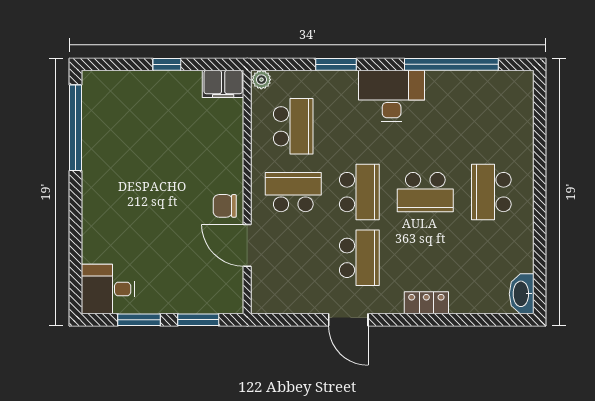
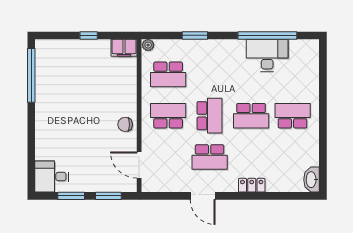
desk: (392, 96) -> (267, 55), moved
school desk: (293, 126) -> (168, 74), turned 90
school desk: (491, 192) -> (293, 116), turned 90
door: (247, 245) -> (139, 165), moved
school desk: (359, 258) -> (210, 157), turned 90

